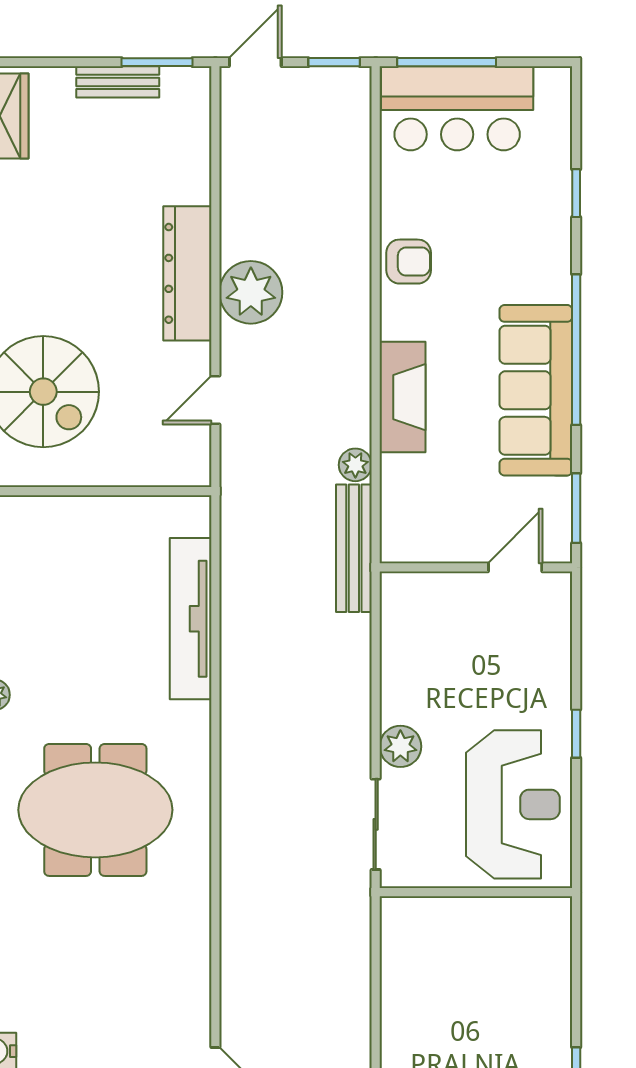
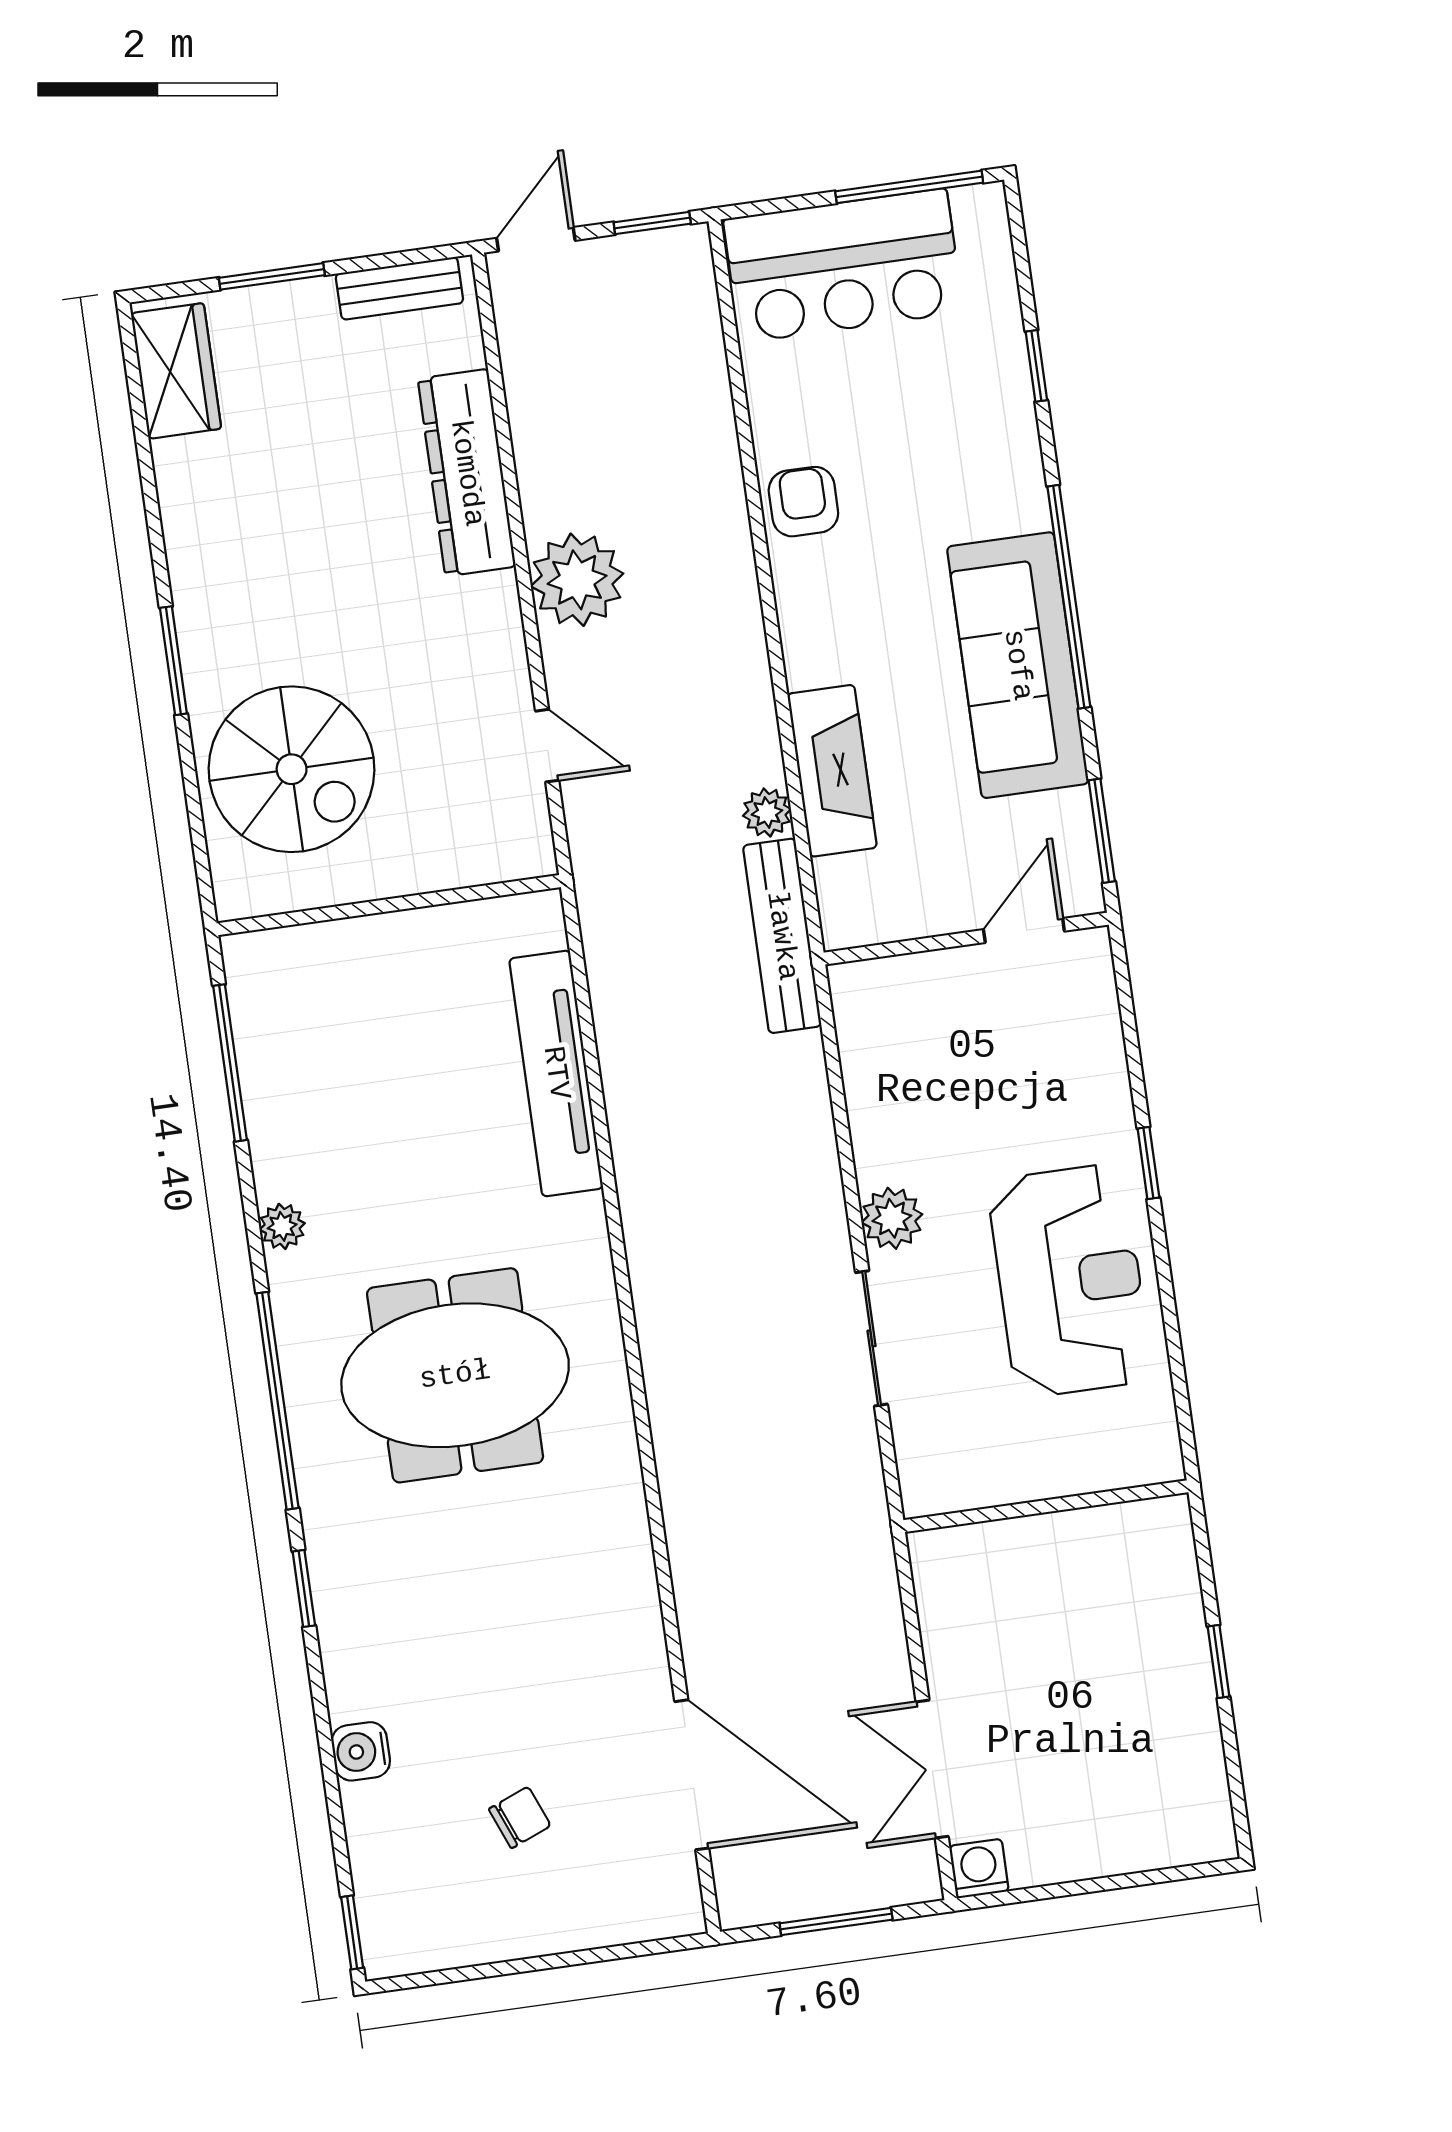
window: (157, 62) -> (272, 276), moved
window: (447, 62) -> (909, 187), moved
bench: (118, 82) -> (399, 288), moved
armchair: (409, 262) -> (803, 502), turned -90
dresser: (187, 273) -> (467, 473), moved
fireplace: (403, 397) -> (832, 771), moved
door: (215, 400) -> (547, 746), swing flipped
wall: (476, 892) -> (1046, 1506), moved

